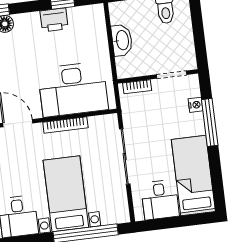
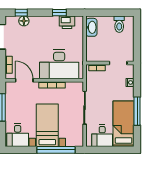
printer: (54, 20) -> (67, 22), moved
washbasin: (122, 40) -> (91, 27), moved
window: (210, 122) -> (137, 111), moved

